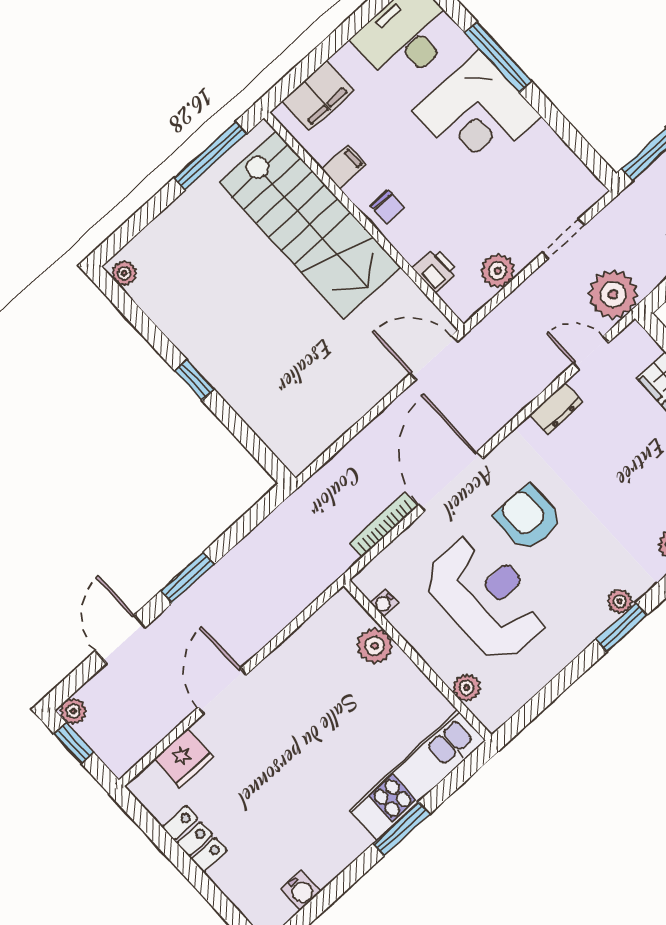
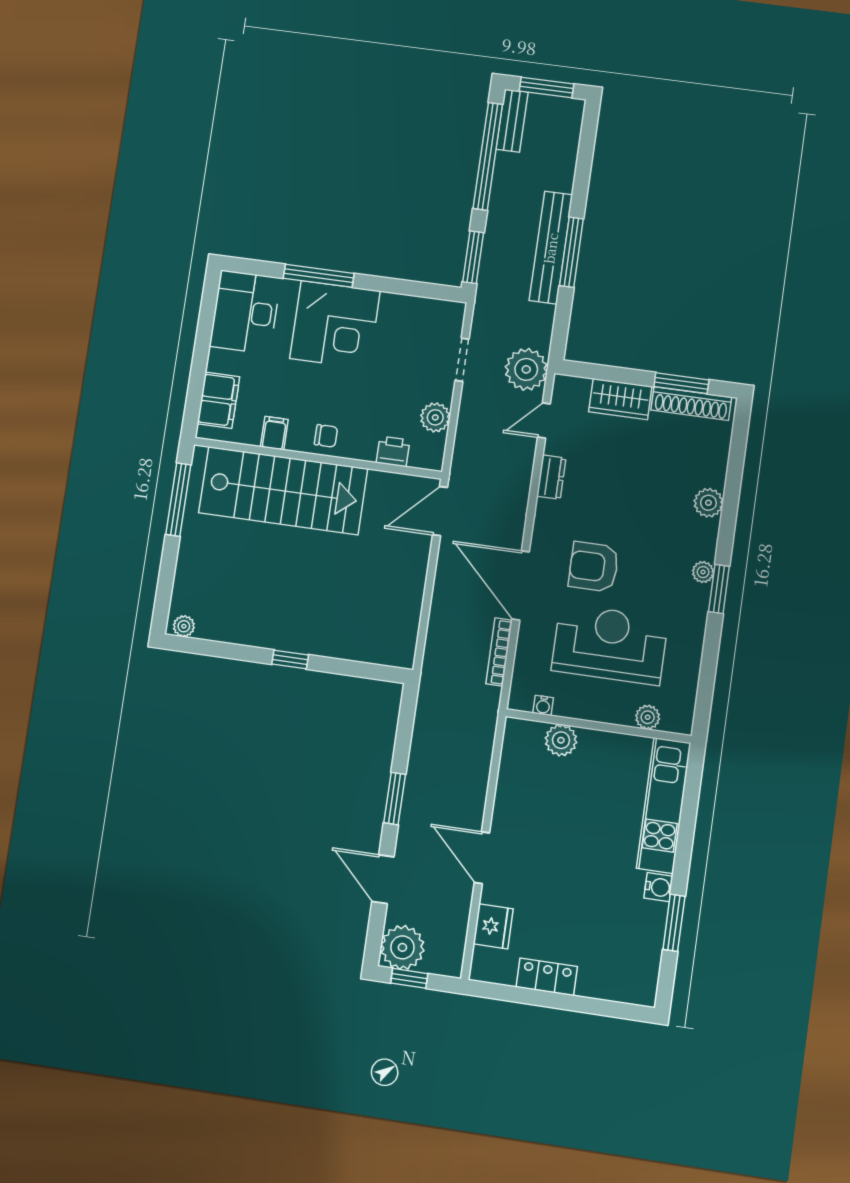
plant: (73, 711) -> (402, 947), width x1.88, depth x1.88
window: (401, 829) -> (674, 923), moved
water cooler: (301, 890) -> (658, 887), moved

